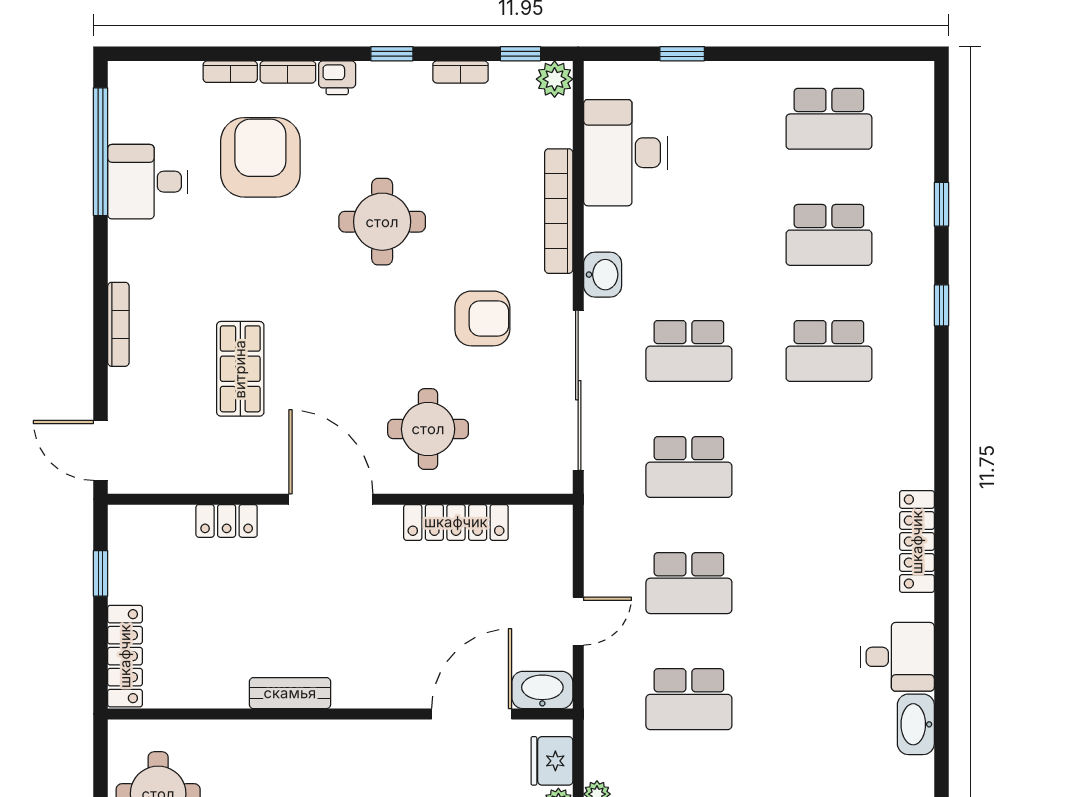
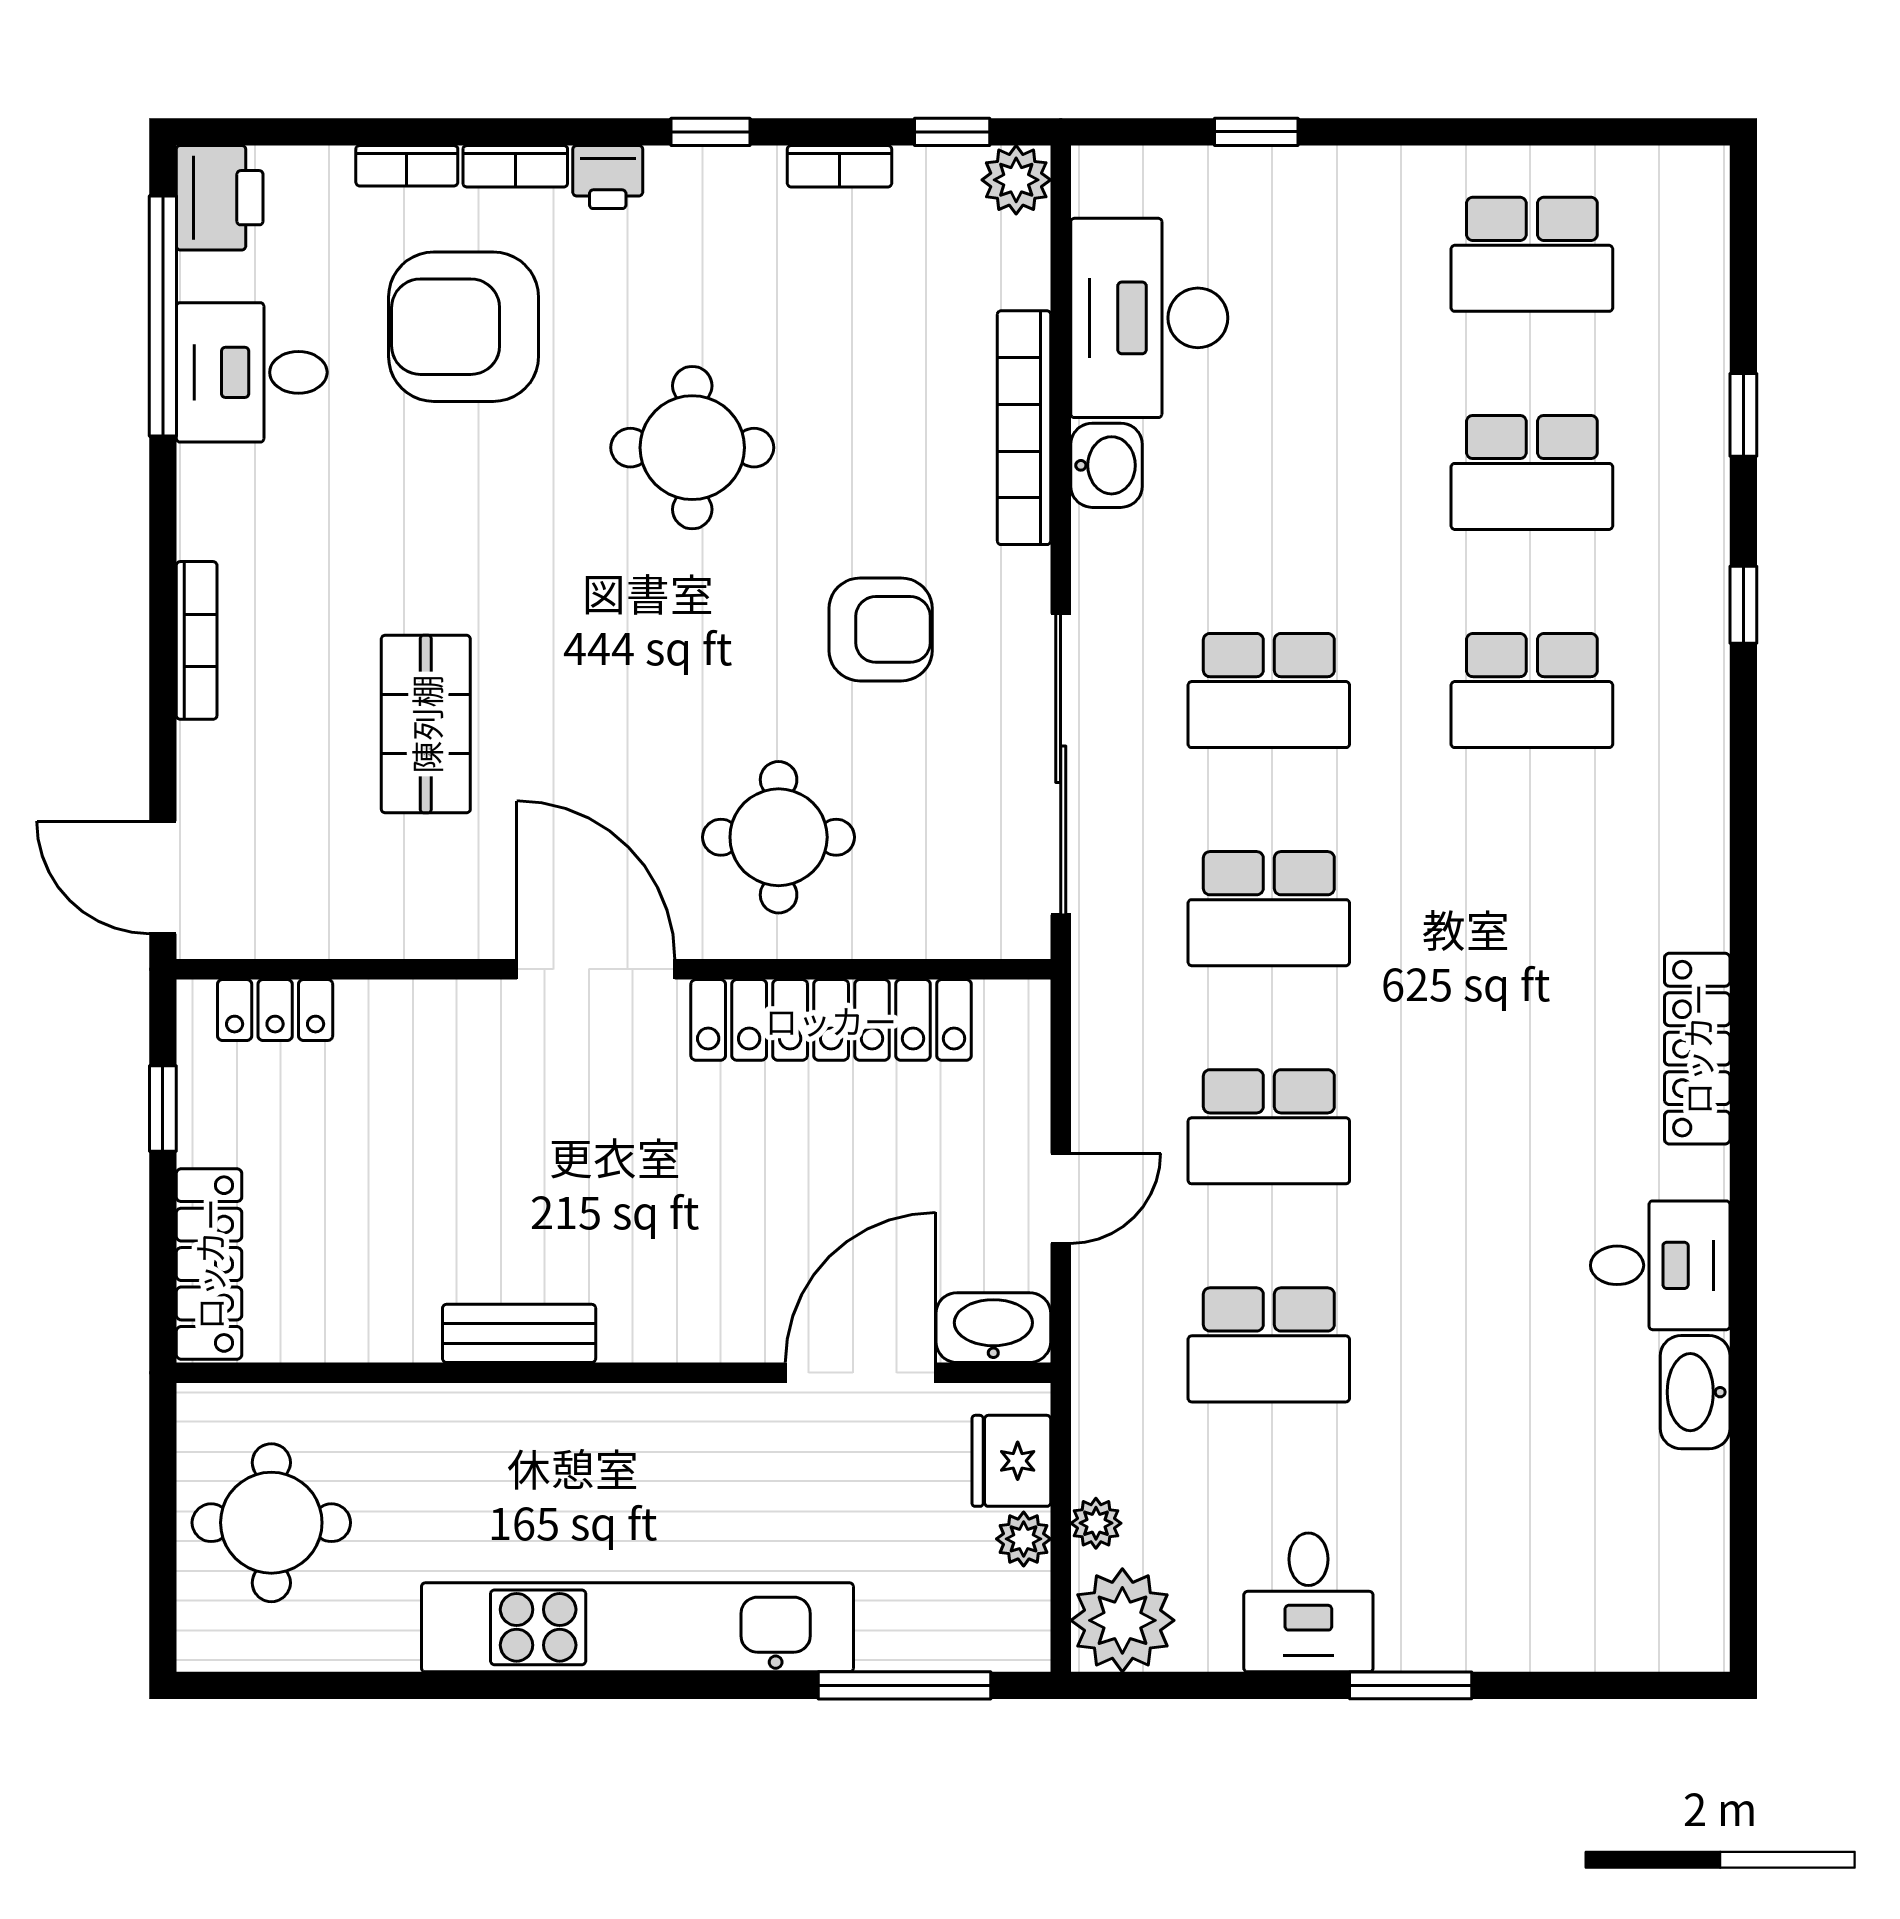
printer: (131, 89) -> (220, 198), added
armchair: (260, 157) -> (464, 327), turned -90
washbasin: (603, 275) -> (1107, 465), moved
locker: (227, 521) -> (275, 1010), moved
locker: (456, 522) -> (831, 1020), width x1.41, depth x1.21

